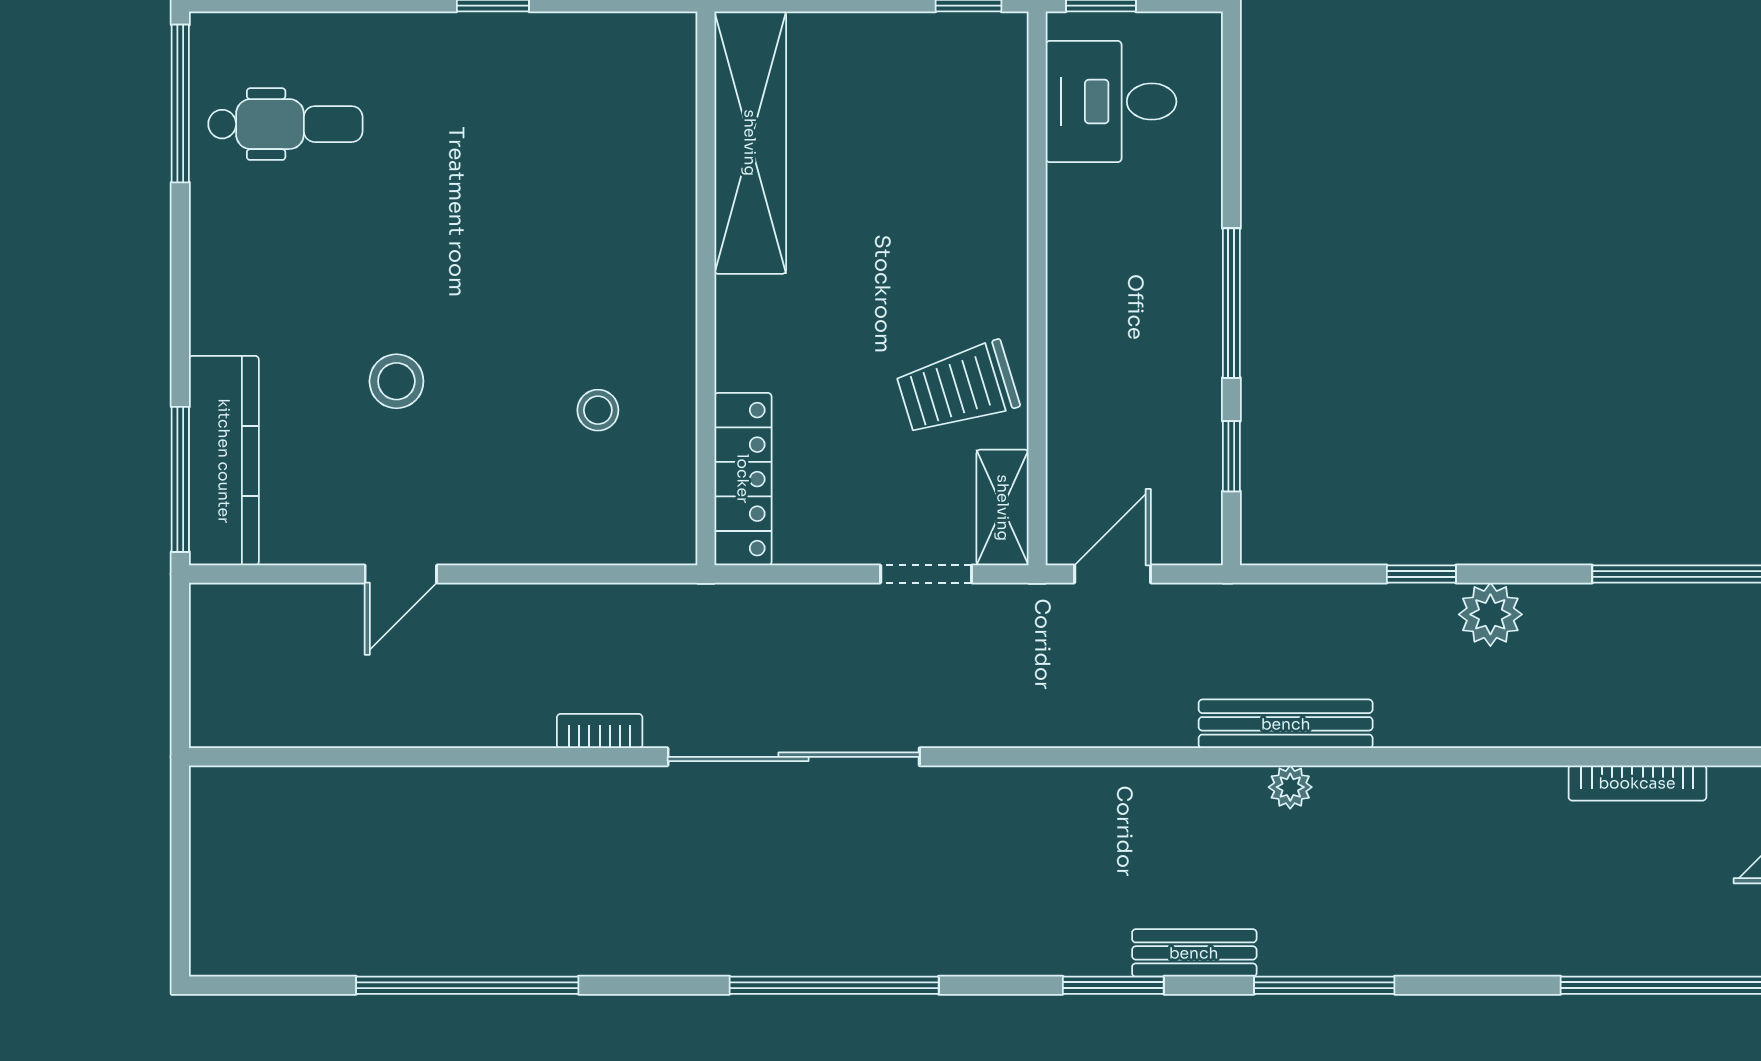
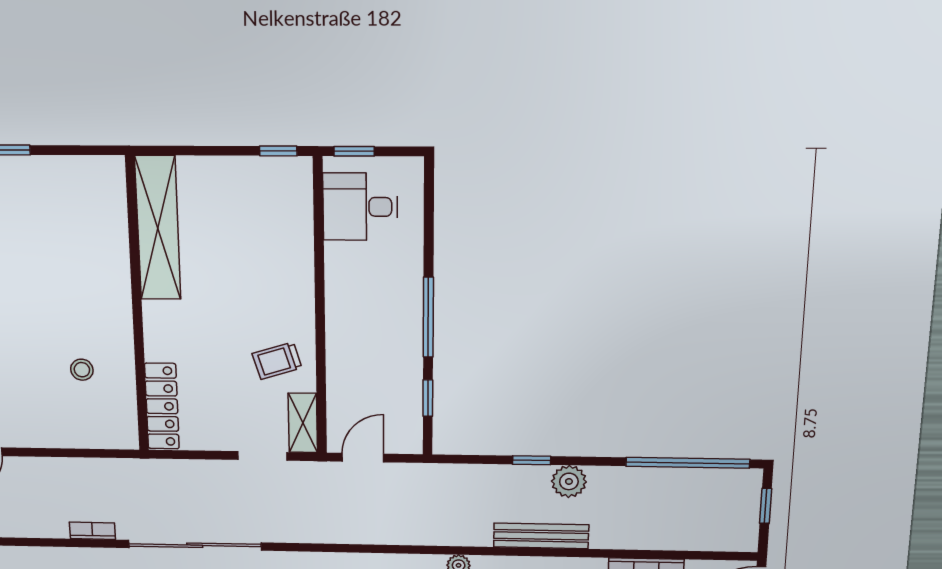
trolley: (958, 388) -> (277, 361), width x0.73, depth x0.72
bench: (1286, 724) -> (541, 536), moved

